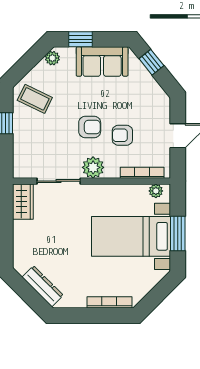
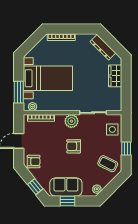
window: (81, 39) -> (67, 201), moved
armchair: (122, 135) -> (34, 162), moved
side table: (28, 154) -> (112, 129), added
wardrobe: (23, 202) -> (115, 76), moved
window: (178, 233) -> (19, 92), moved

